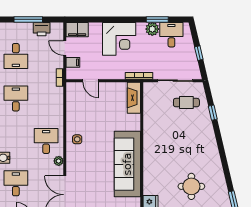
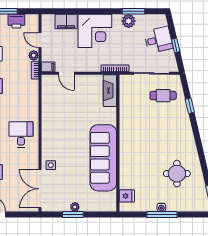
filing cabinet: (77, 30) -> (66, 22), moved
desk: (171, 35) -> (158, 40), moved, turned 77
filing cabinet: (73, 62) -> (48, 67), moved
side table: (77, 139) -> (51, 165), moved
plant: (59, 161) -> (34, 55), moved
round table: (191, 186) -> (177, 174), moved

